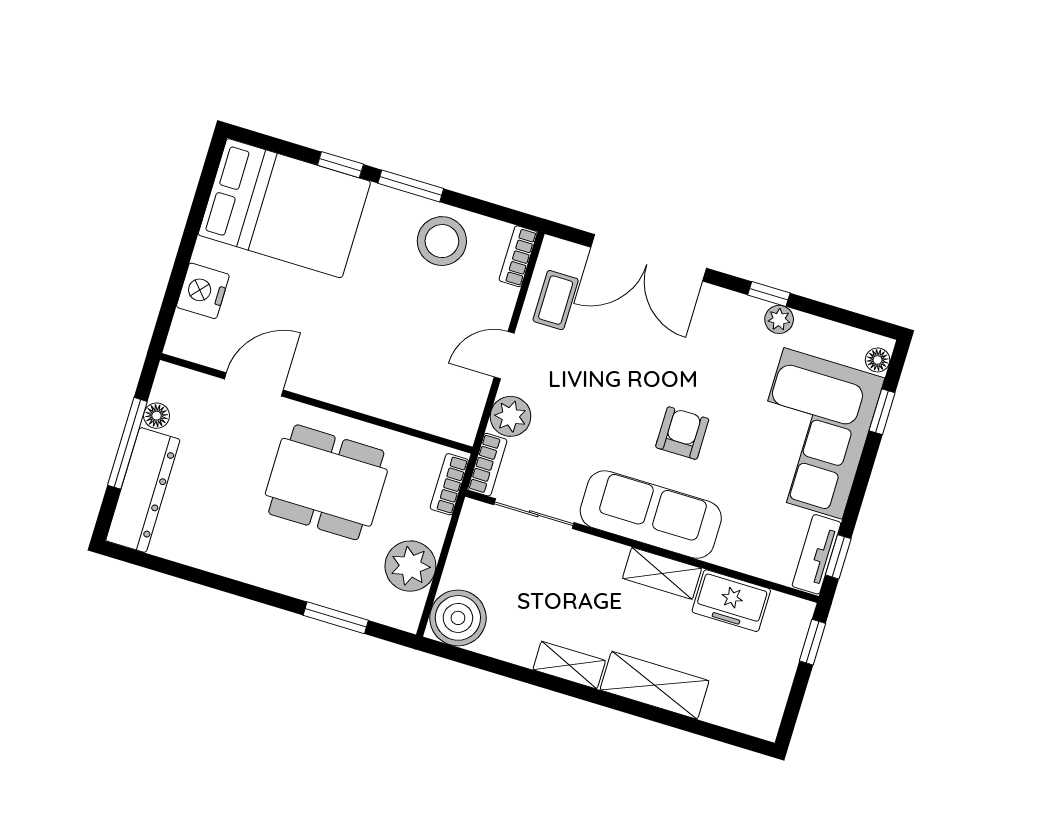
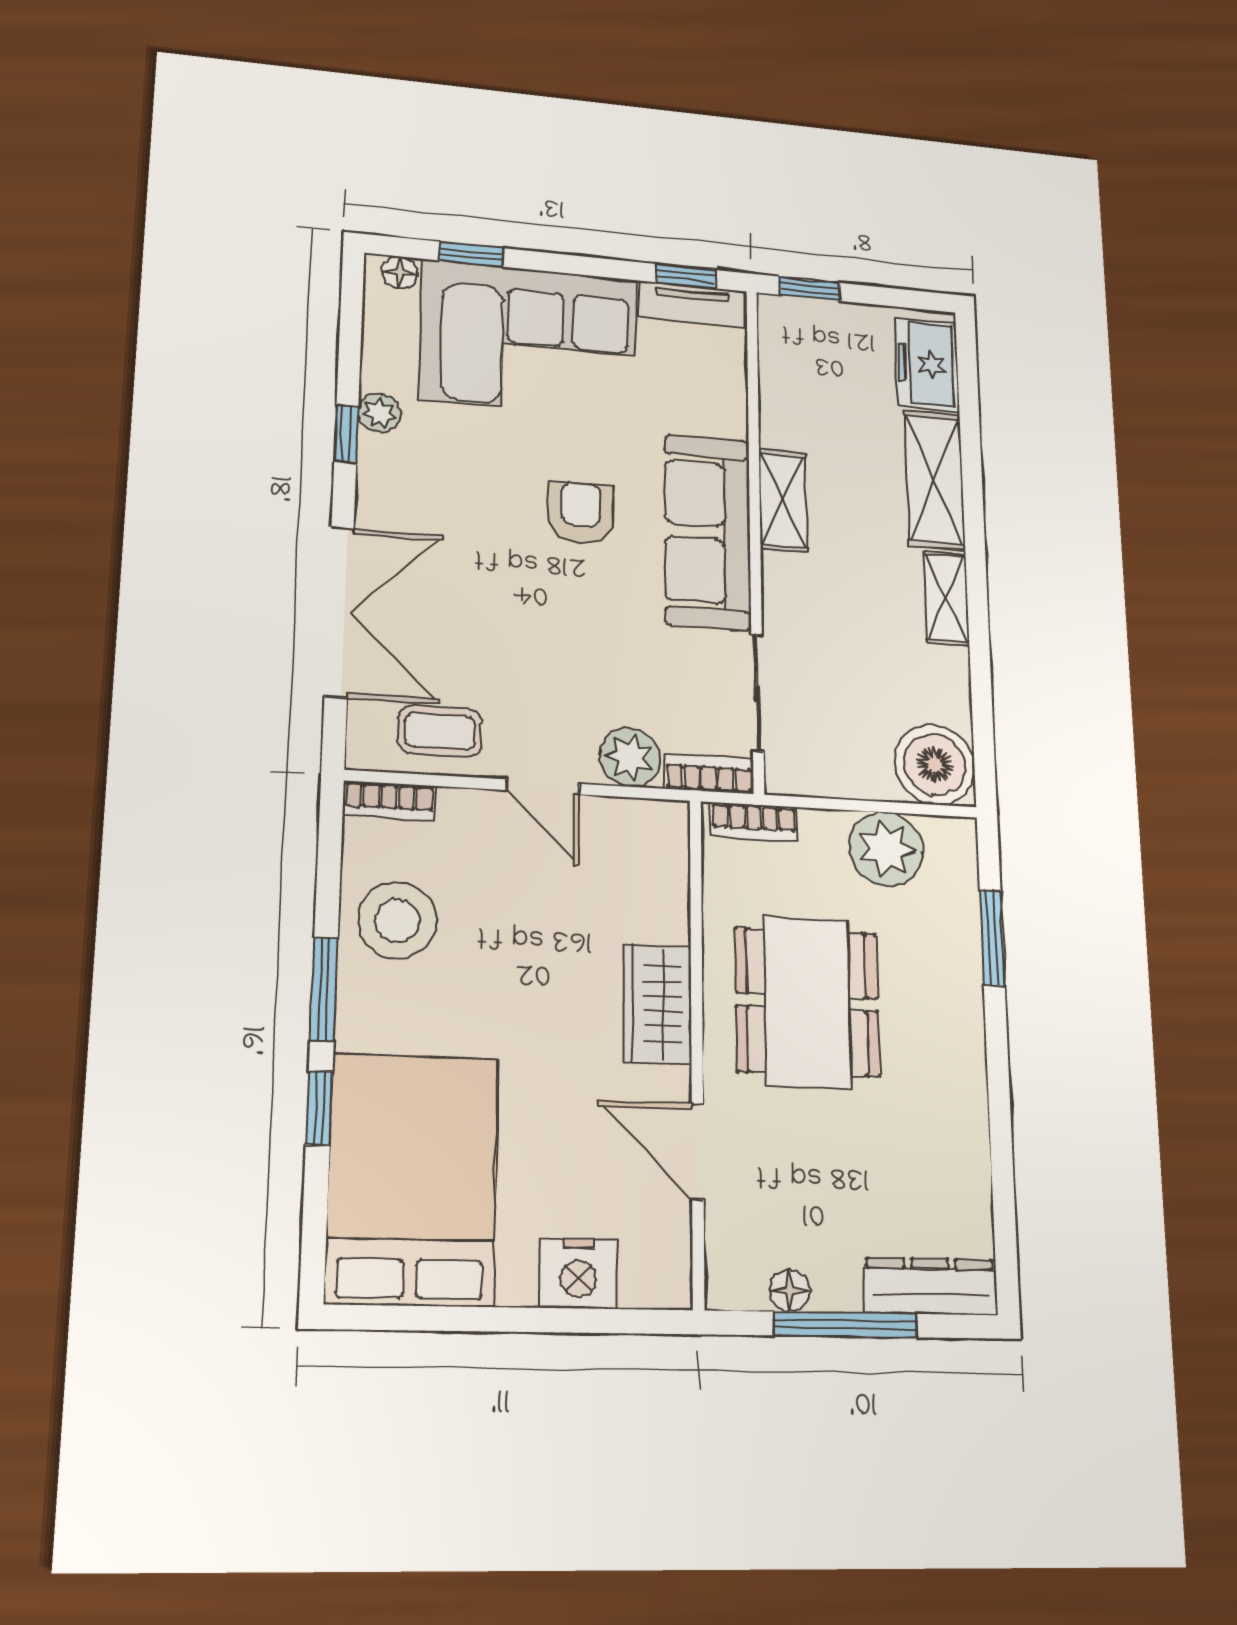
wardrobe: (349, 387) -> (657, 1004), added
armchair: (682, 433) -> (581, 513), turned 90
dresser: (143, 490) -> (931, 1286), width x0.73, depth x0.80
freezer: (731, 601) -> (927, 364), moved, turned 180

